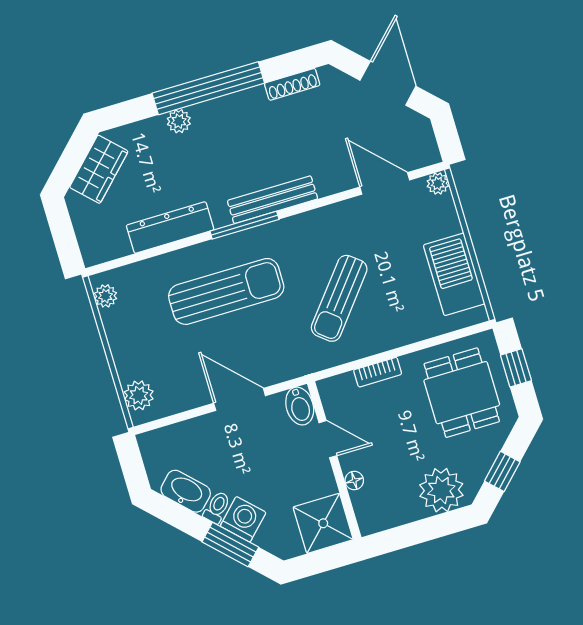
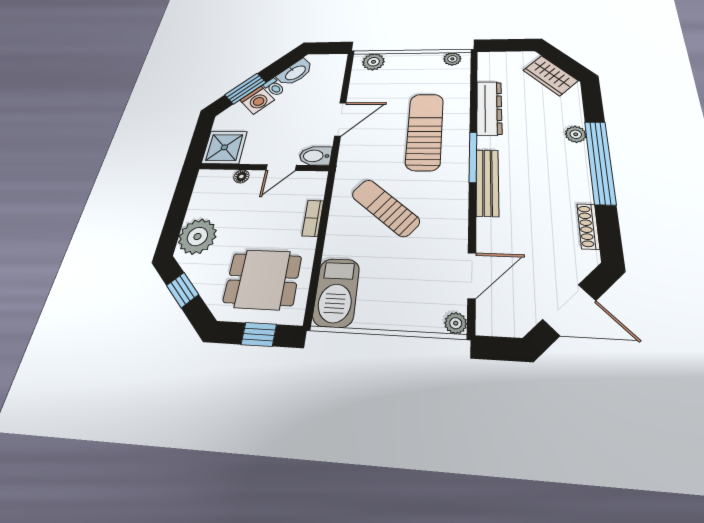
barbecue: (454, 274) -> (336, 292), moved, turned 90
sun lounger: (226, 291) -> (425, 131), turned 180

